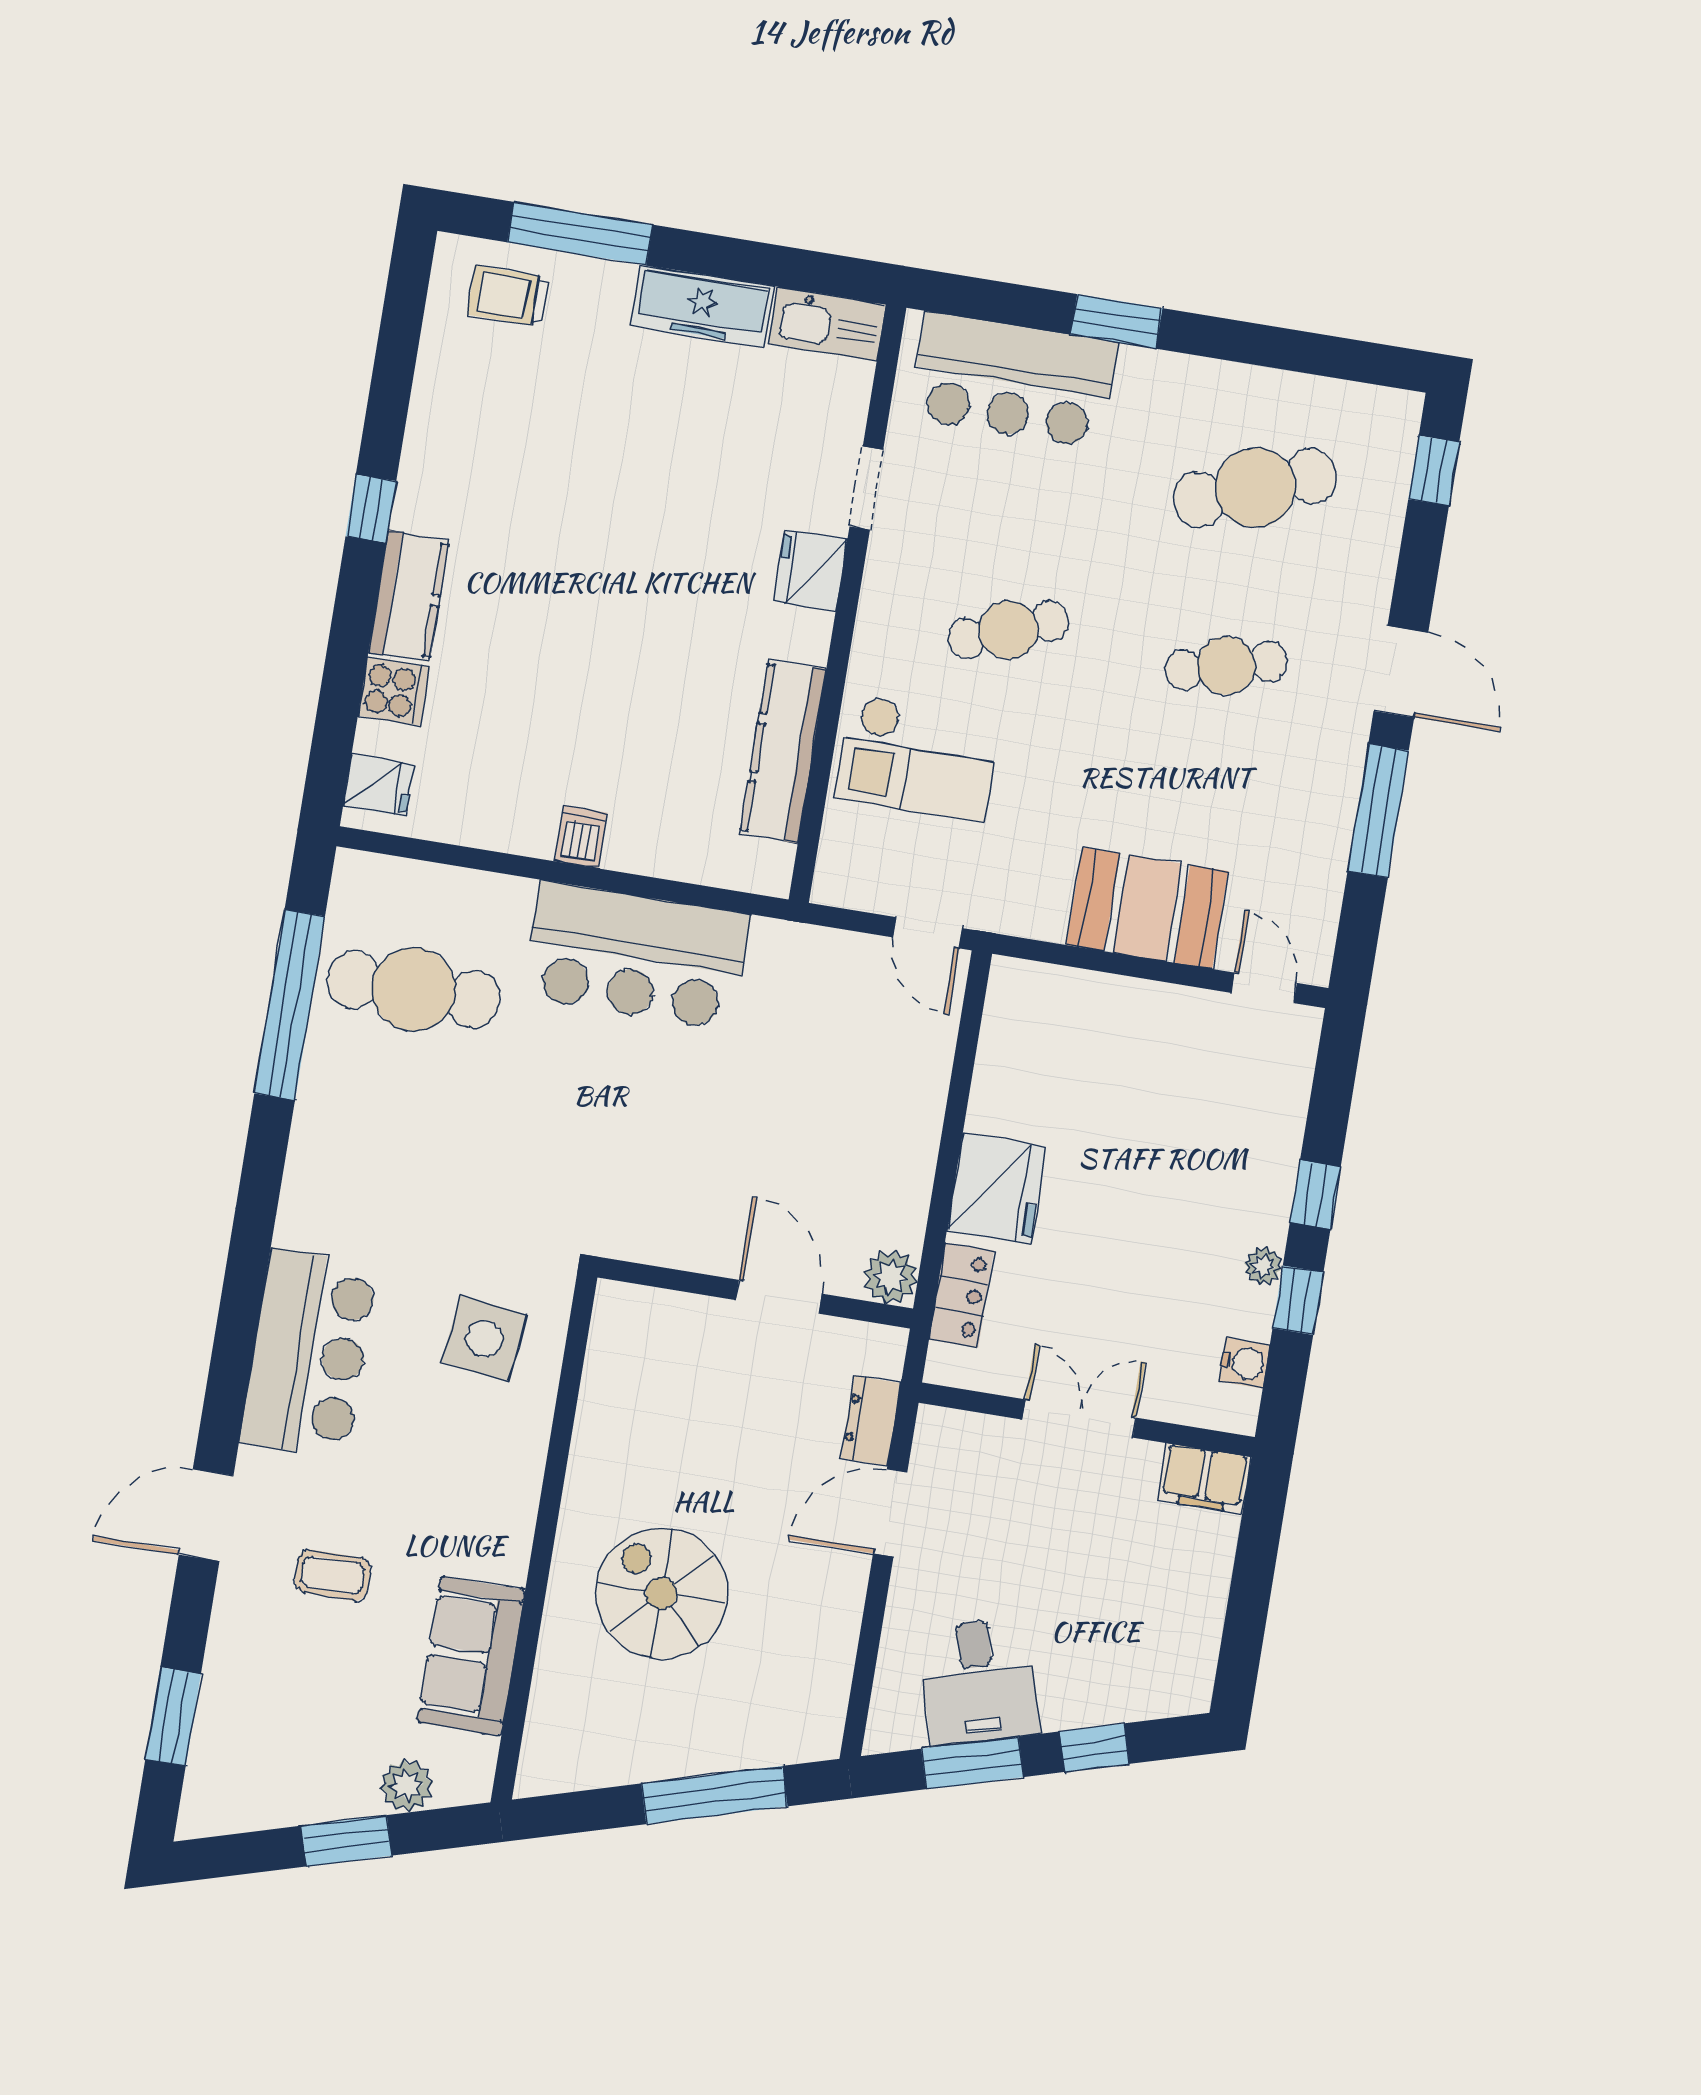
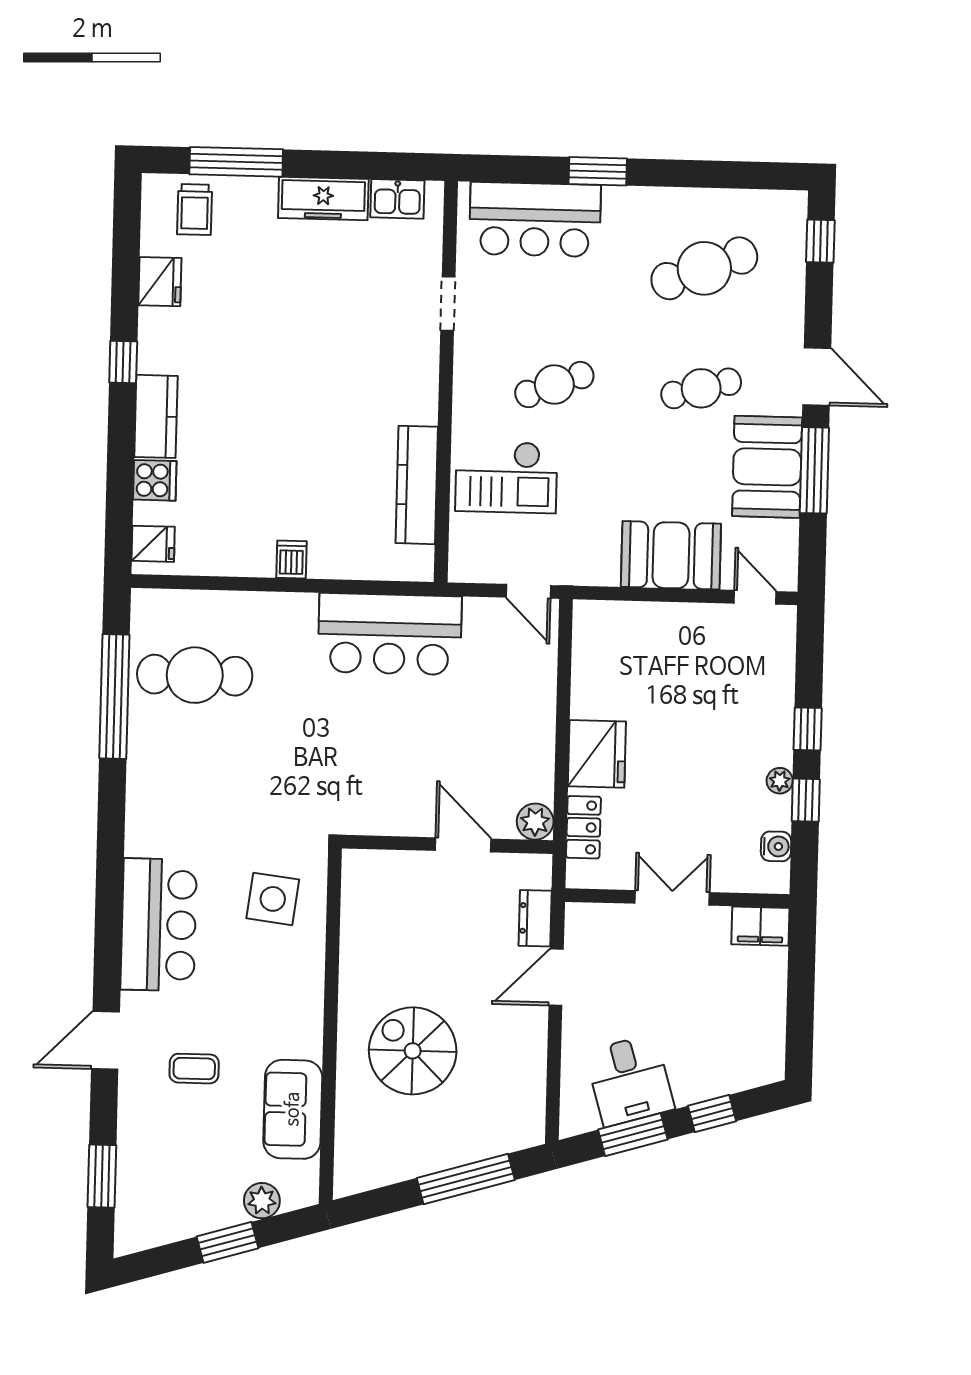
trolley: (508, 296) -> (195, 210), turned -90
kitchen sink: (827, 324) -> (397, 199), width x0.73
fridge: (811, 570) -> (160, 282), moved, turned 180
booth: (1308, 796) -> (767, 467), added
bar counter: (636, 956) -> (390, 634), moved

